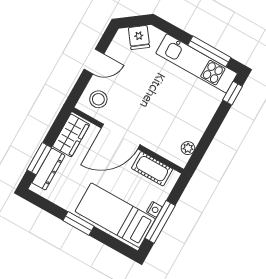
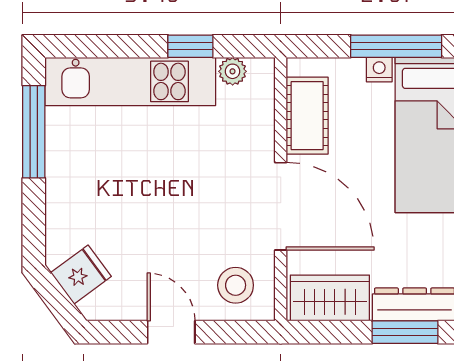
kitchen unit: (197, 63) -> (130, 81), moved, turned 90
window: (233, 93) -> (190, 46), moved

